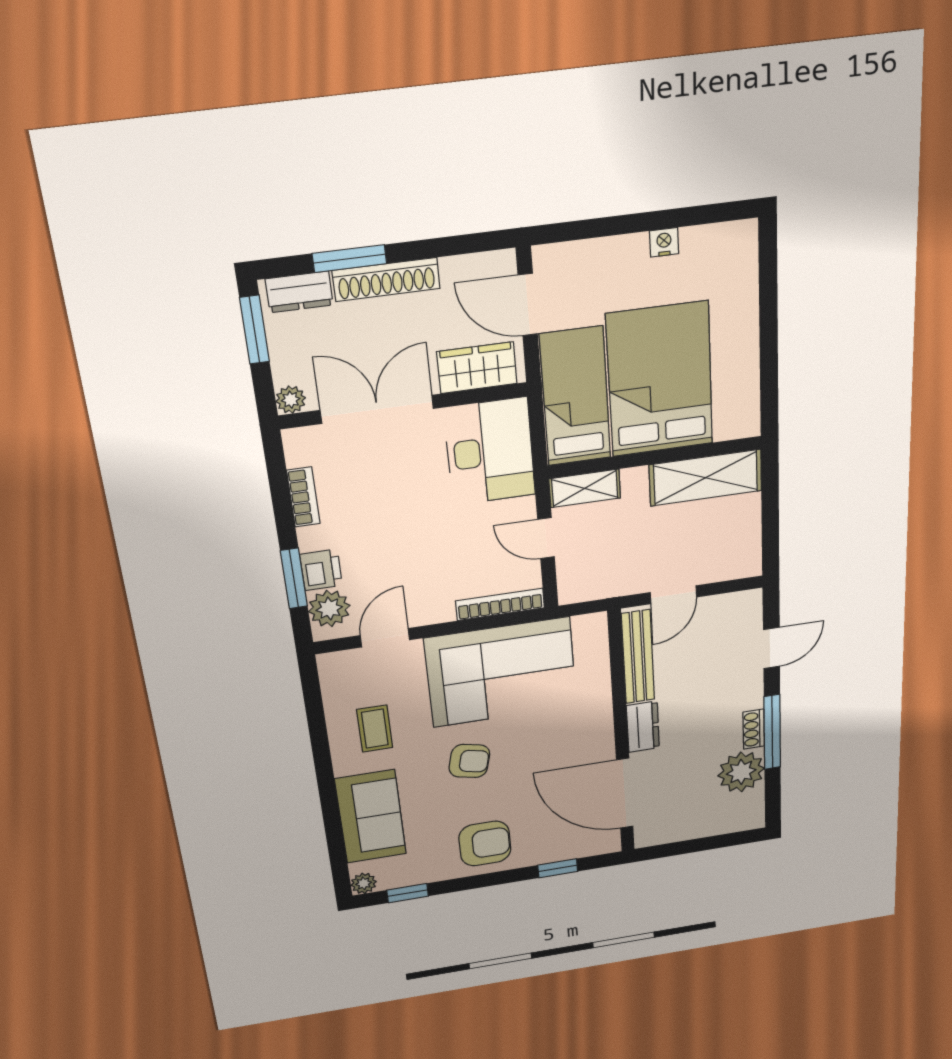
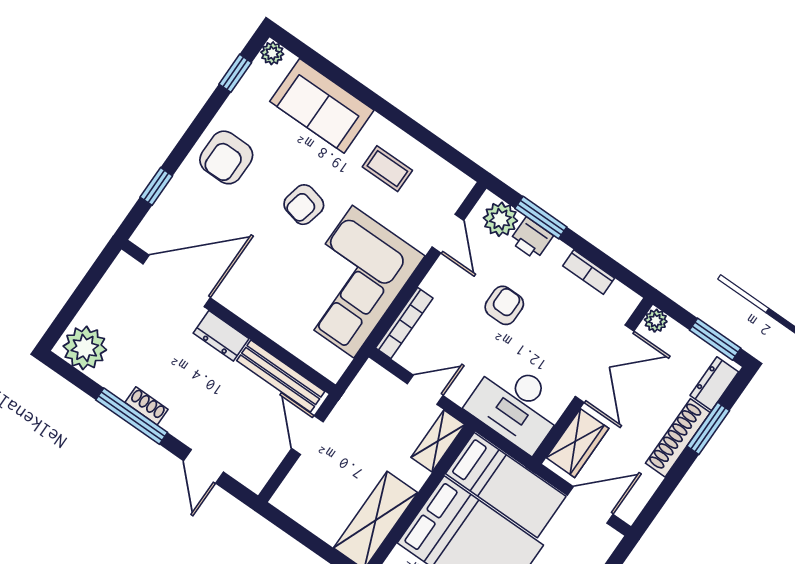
armchair: (405, 540) -> (504, 305), added
plant: (741, 772) -> (85, 348), moved

